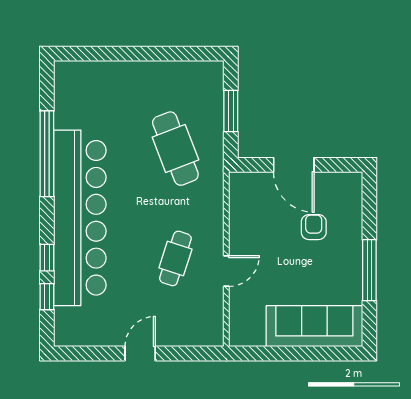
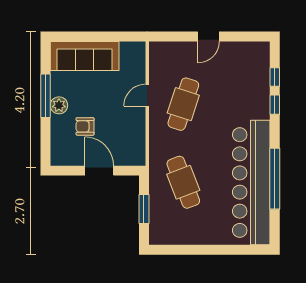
bar counter: (80, 218) -> (251, 183), moved
armchair: (314, 227) -> (85, 126), turned 90
plant: (350, 257) -> (59, 105), added
cafe table: (175, 258) -> (183, 104), width x1.37, depth x1.35

